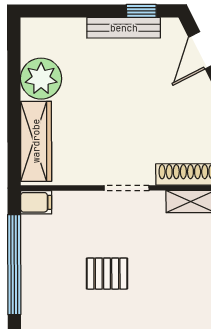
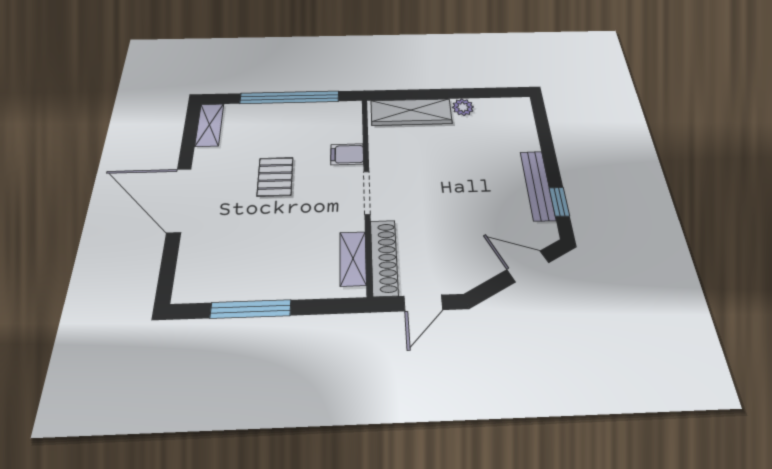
plant: (41, 79) -> (463, 107), width x0.53, depth x0.53
filing cabinet: (36, 202) -> (347, 154), moved, turned 90

